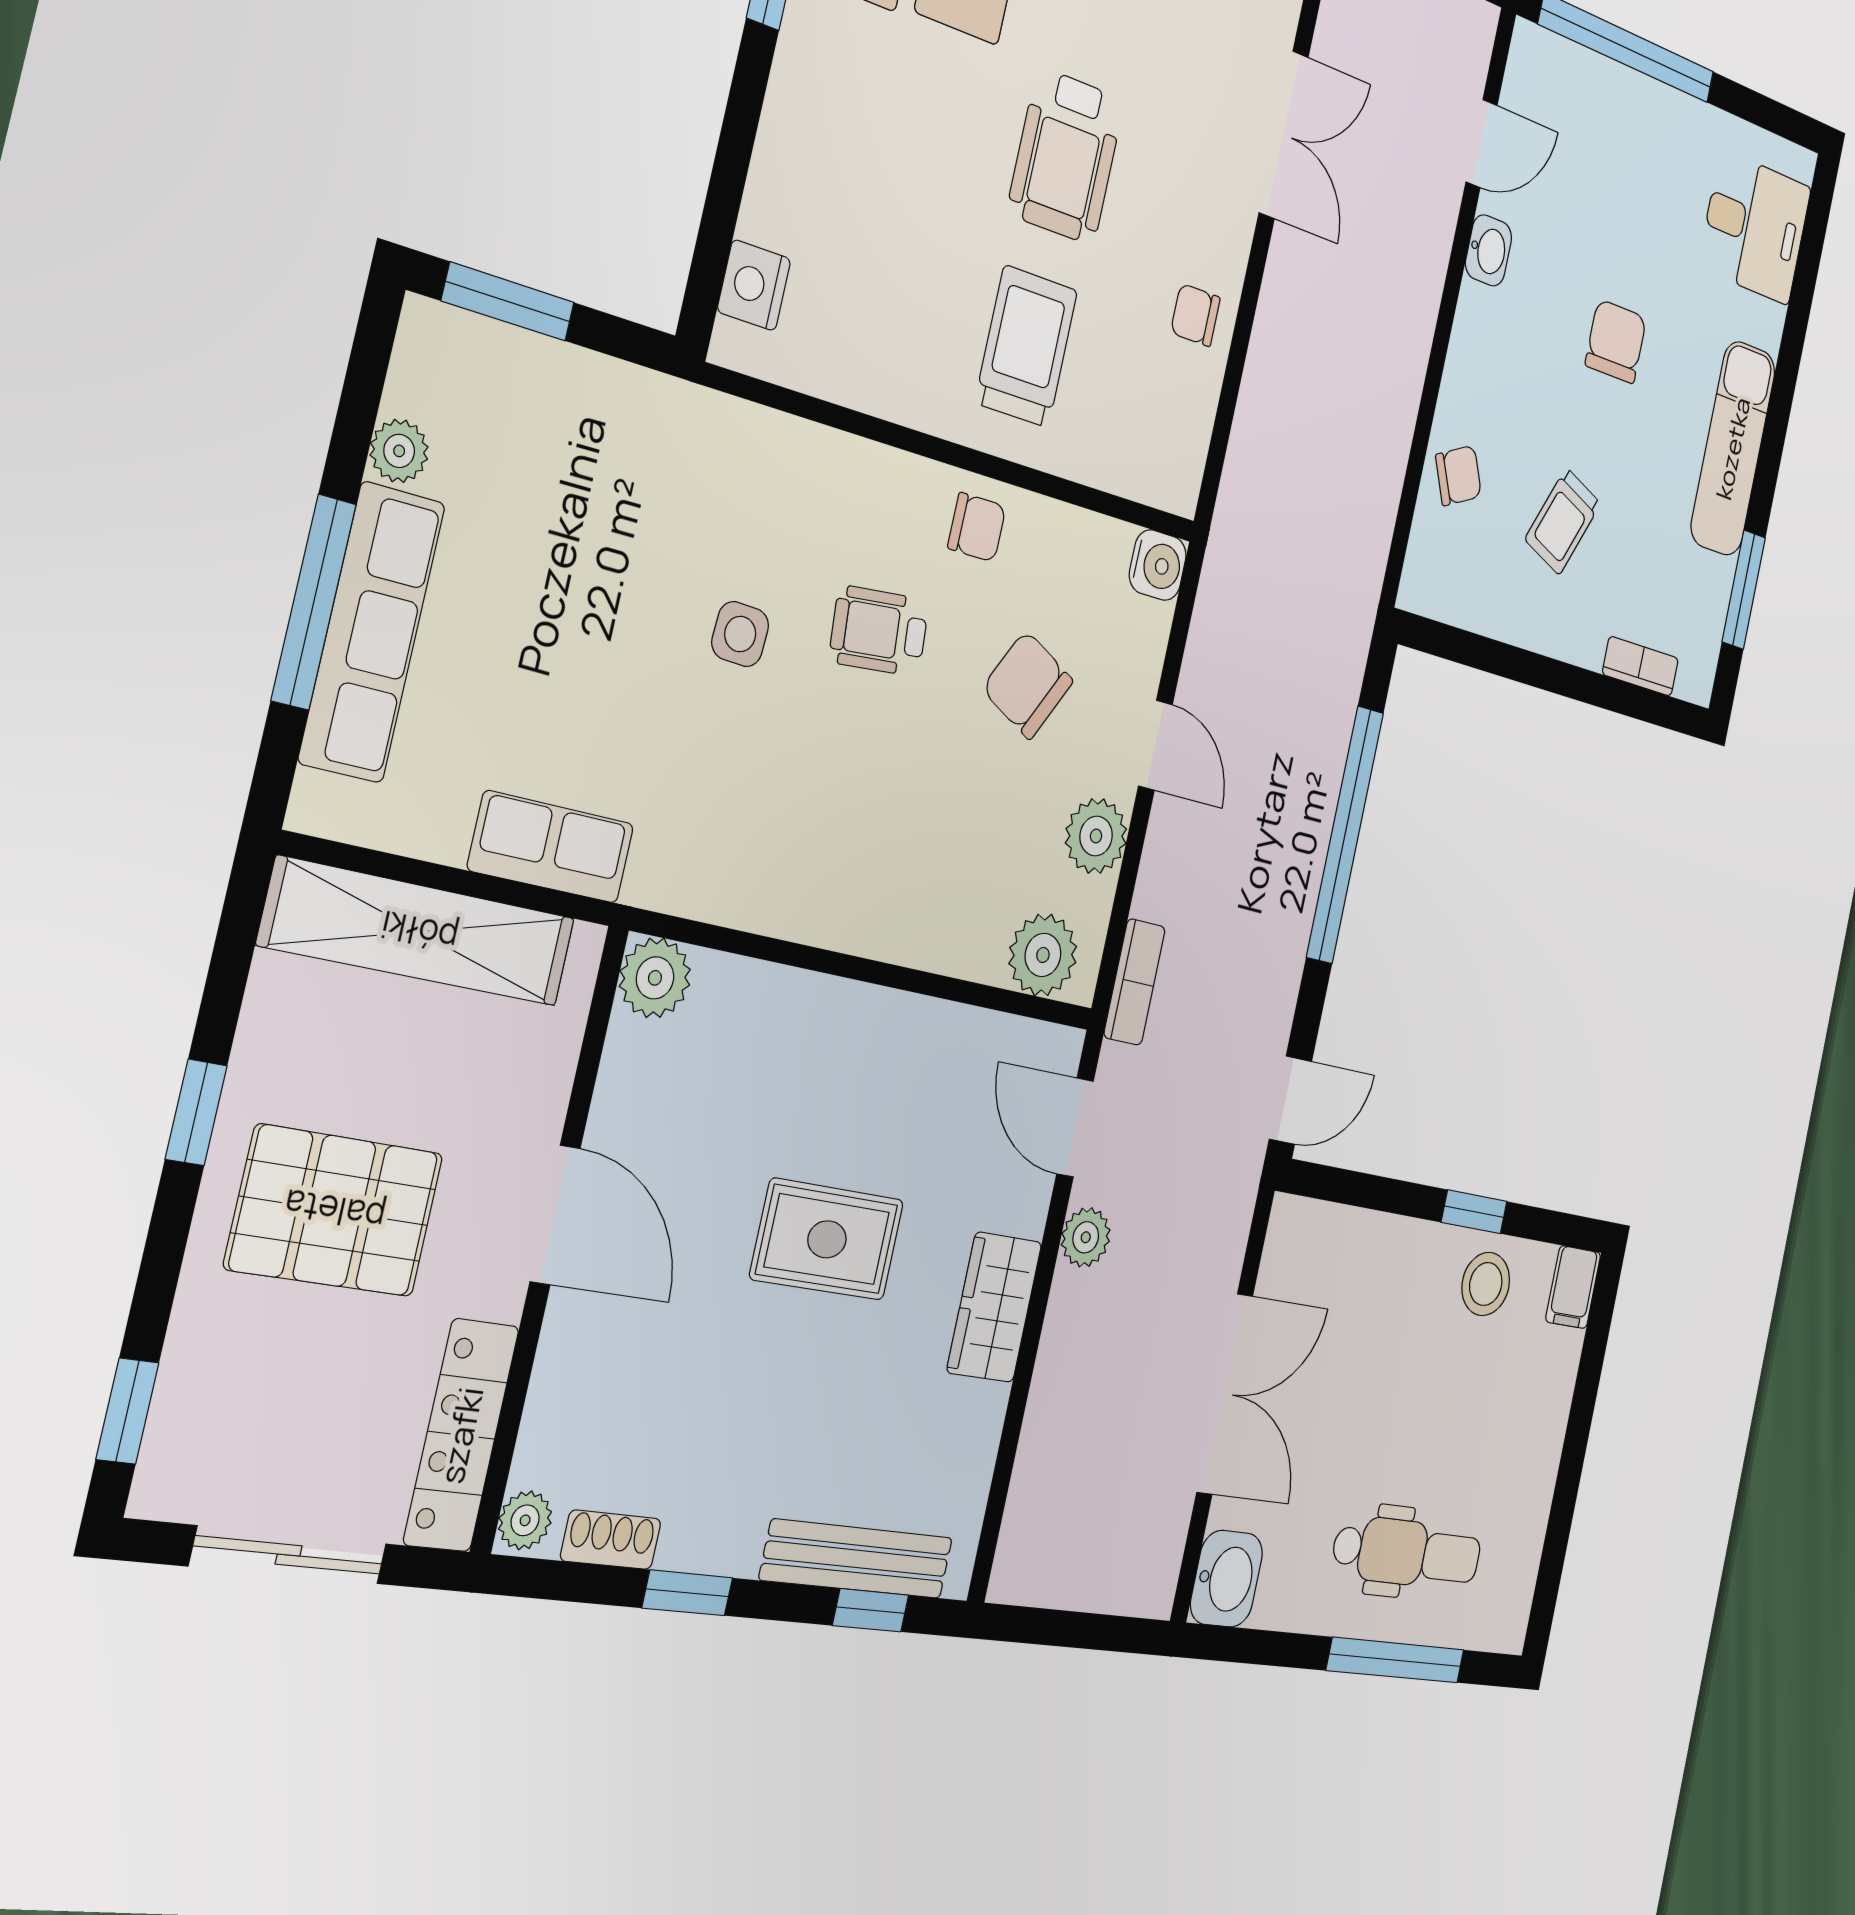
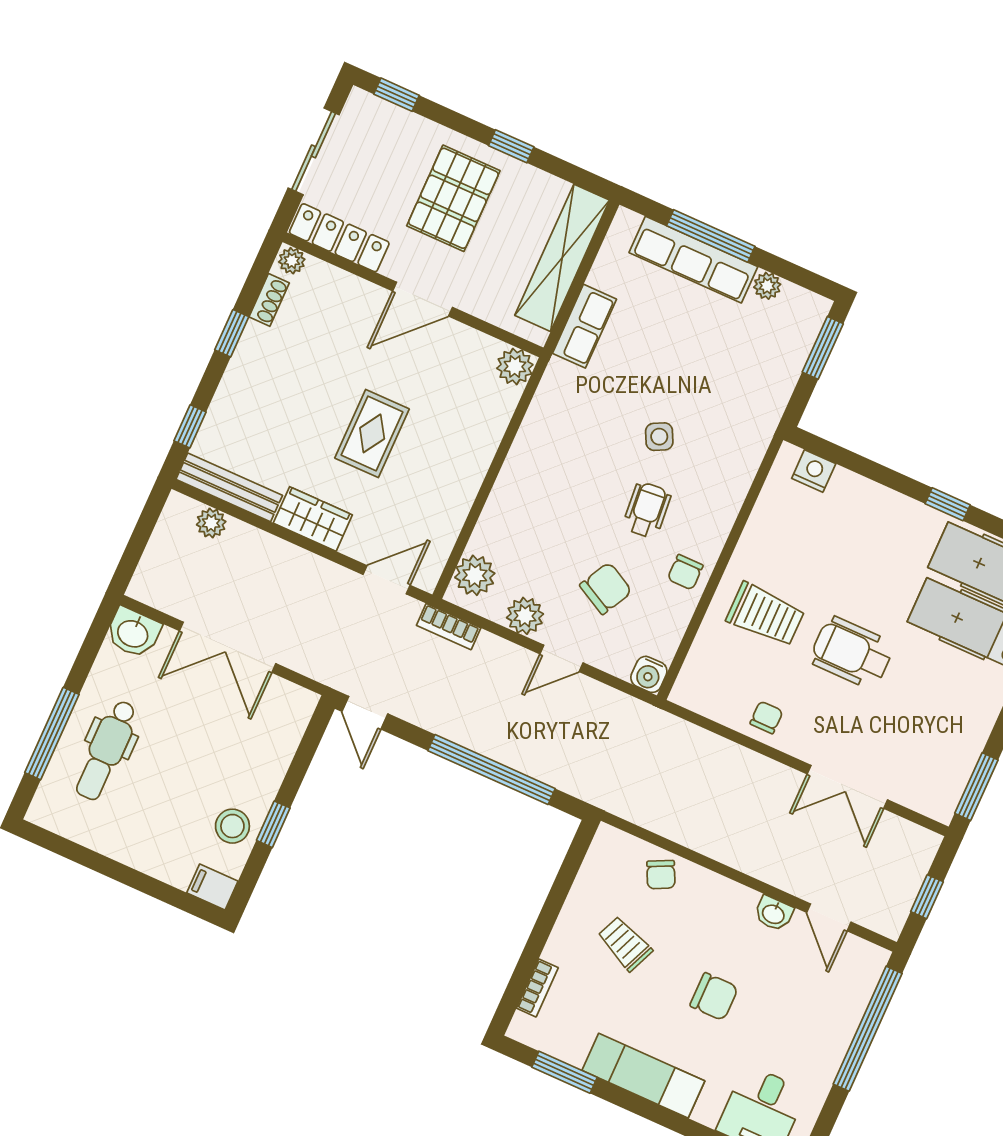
side table: (740, 634) -> (659, 437), turned -30
plant: (1086, 1237) -> (211, 523), moved
bench: (857, 1559) -> (229, 487), moved, turned 90

